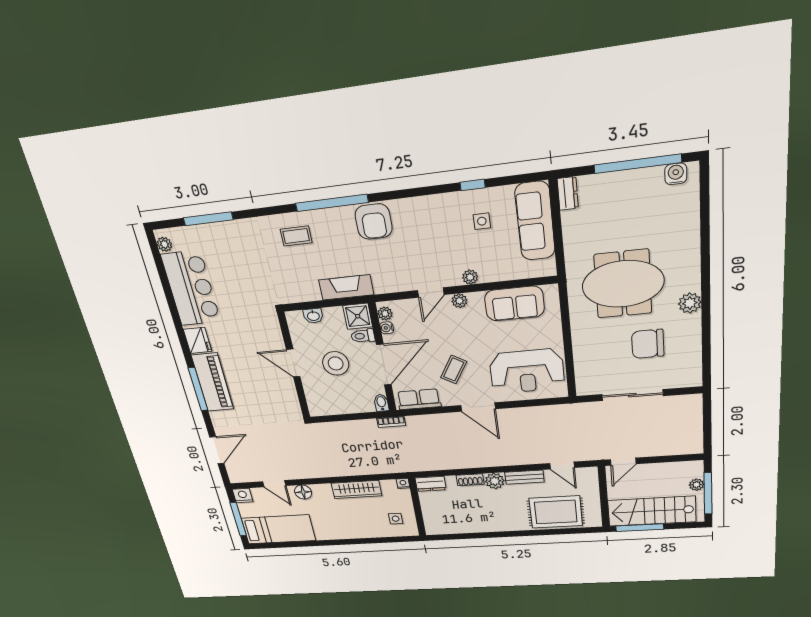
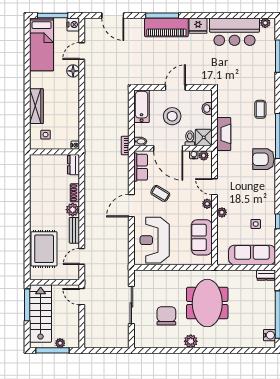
bathtub: (331, 405) -> (142, 106), added
wardrobe: (356, 489) -> (36, 106), moved, turned 180

